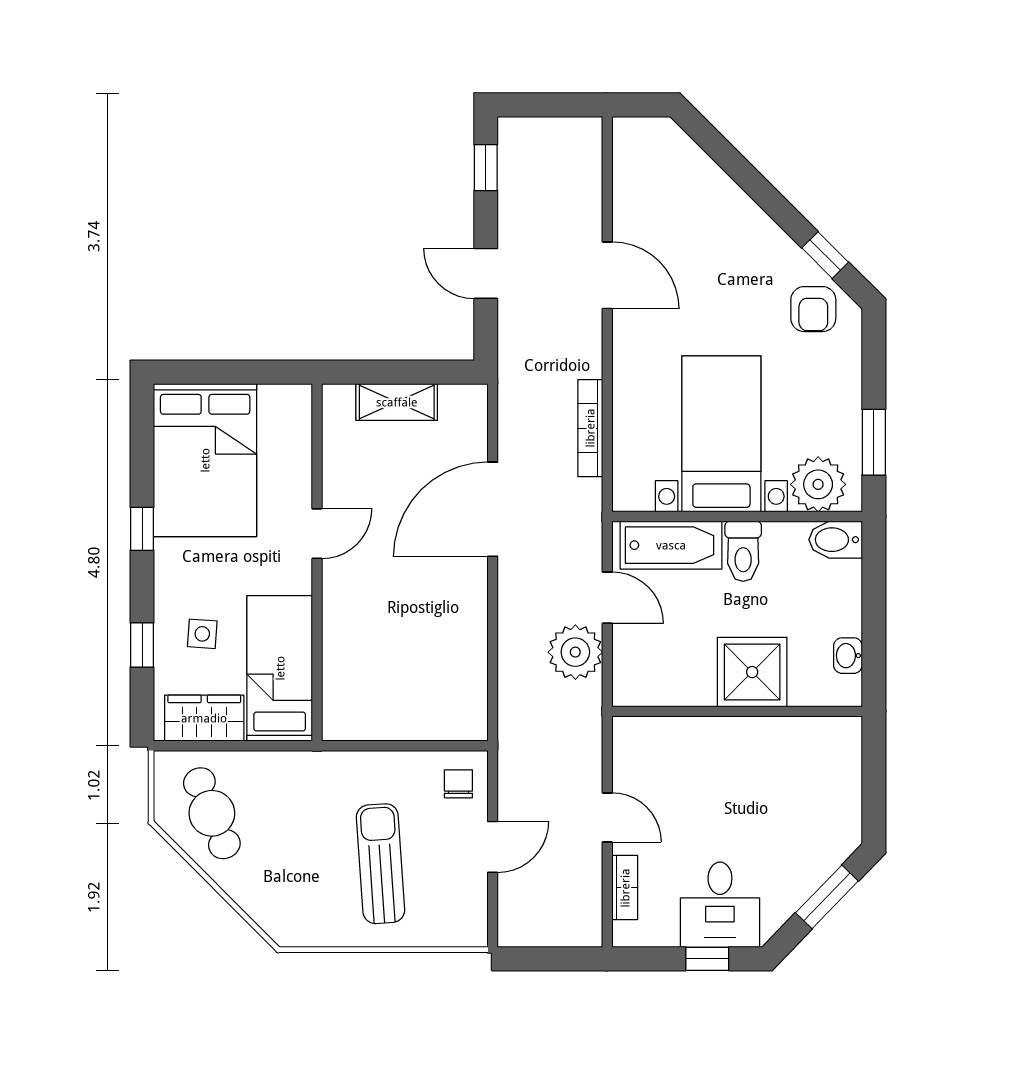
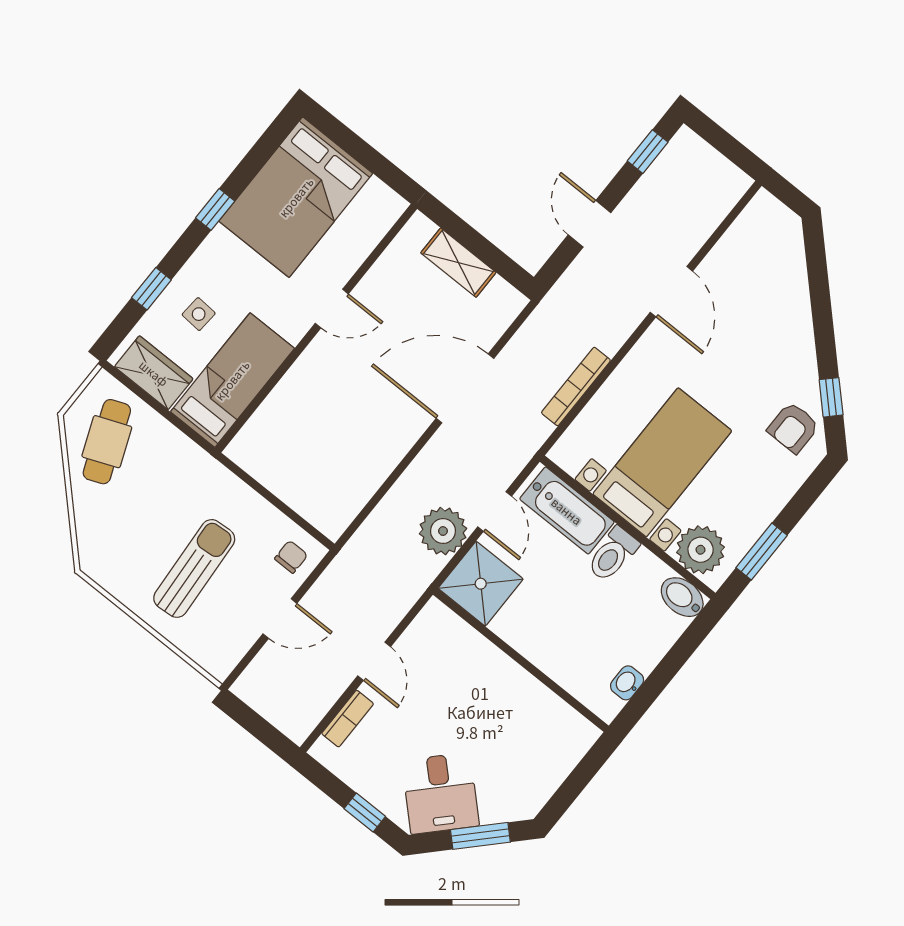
shower: (752, 672) -> (481, 584), moved
desk: (720, 905) -> (441, 793), moved, turned -46

